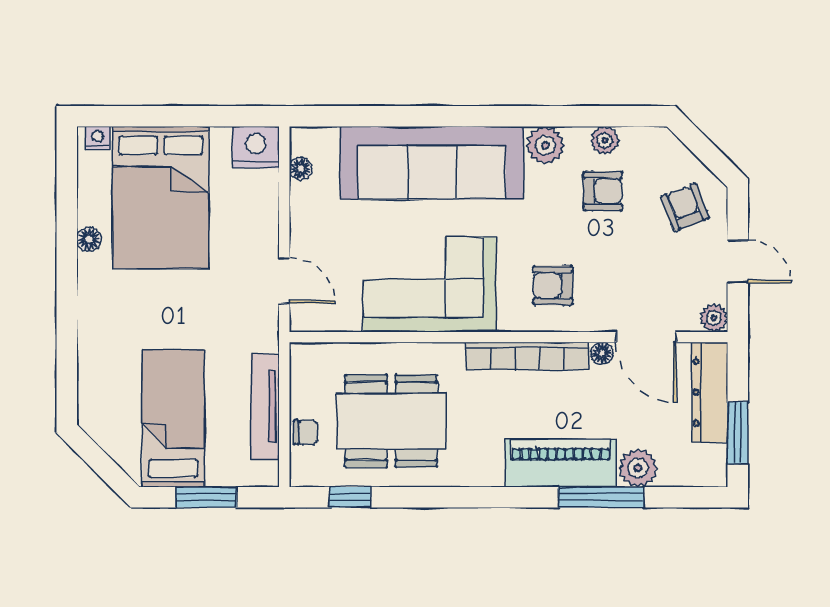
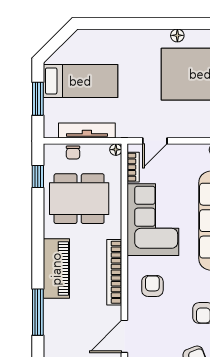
bookcase: (333, 321) -> (133, 167), added
floor lamp: (602, 353) -> (116, 150), moved
dining table: (391, 421) -> (79, 199), turned 90
piano: (561, 463) -> (56, 269), moved
plant: (638, 468) -> (54, 332), removed

